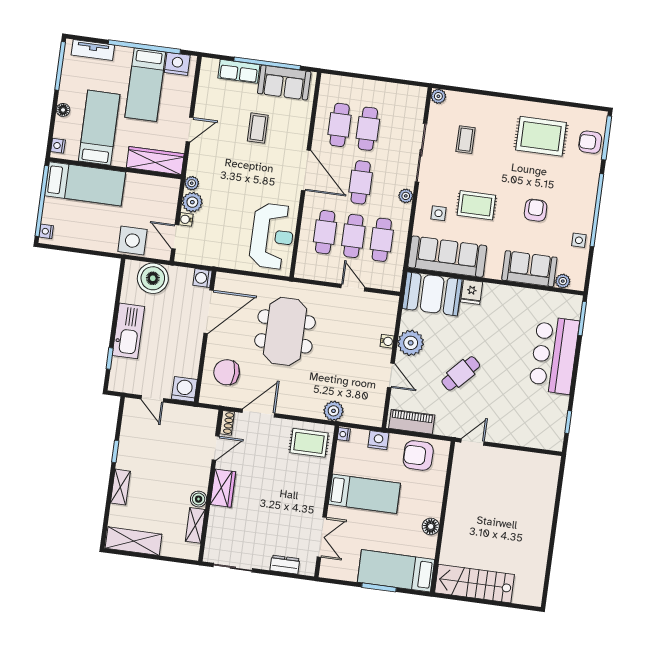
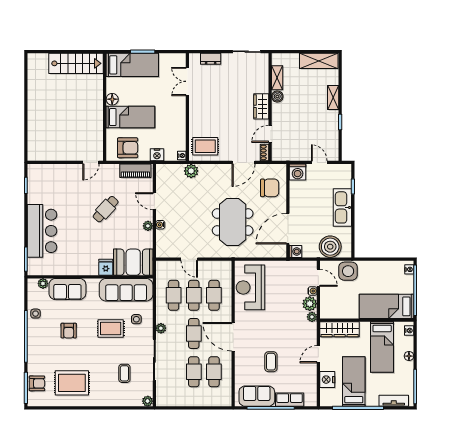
nightstand: (177, 64) -> (327, 380), moved, turned 90
plant: (411, 343) -> (148, 226), width x0.53, depth x0.53
bed: (364, 494) -> (130, 117), moved, turned 180

